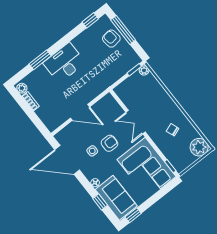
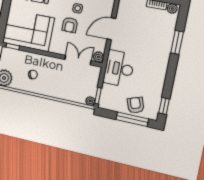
armchair: (111, 39) -> (136, 105), turned -102
desk: (64, 63) -> (119, 69), moved, turned 180
plant: (108, 99) -> (98, 57), added
double door: (136, 122) -> (78, 60), moved

